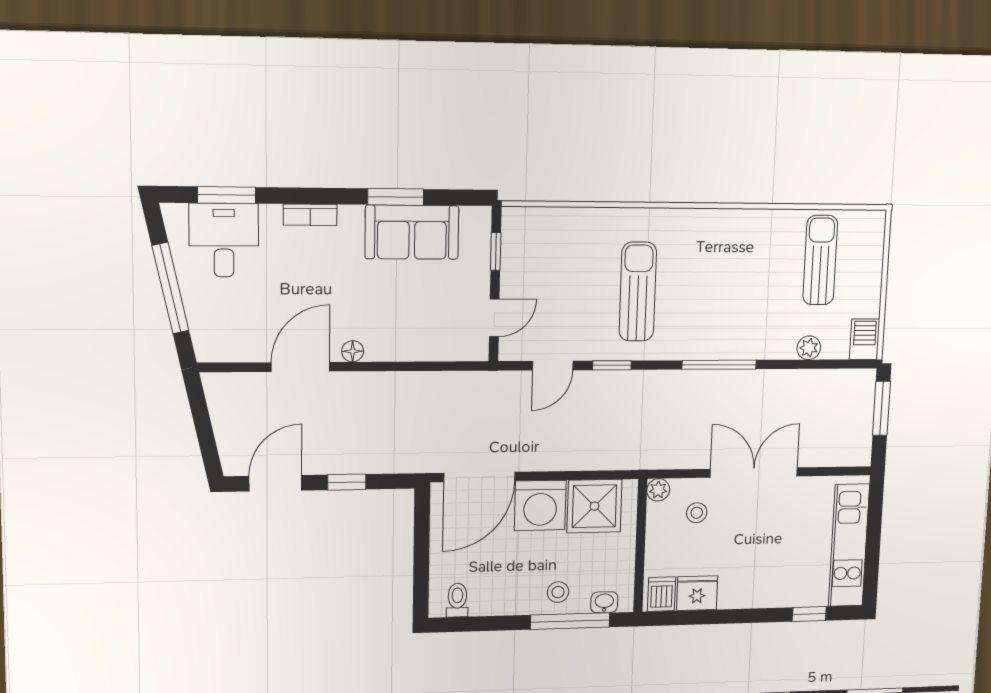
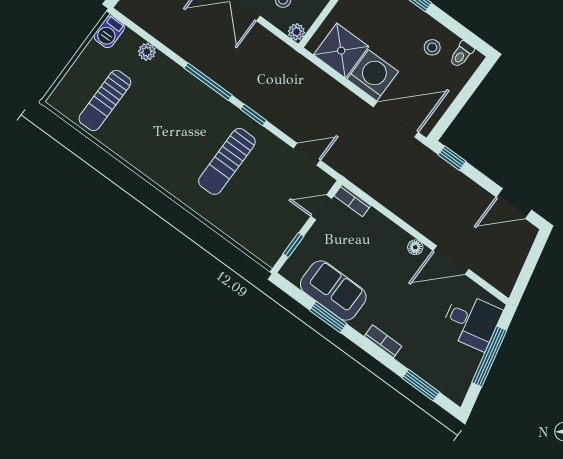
desk: (224, 240) -> (471, 321), moved, turned -102
bookcase: (464, 351) -> (352, 201), added
window: (612, 365) -> (253, 115), moved
window: (347, 482) -> (452, 158), moved
stool: (558, 592) -> (432, 47), moved

